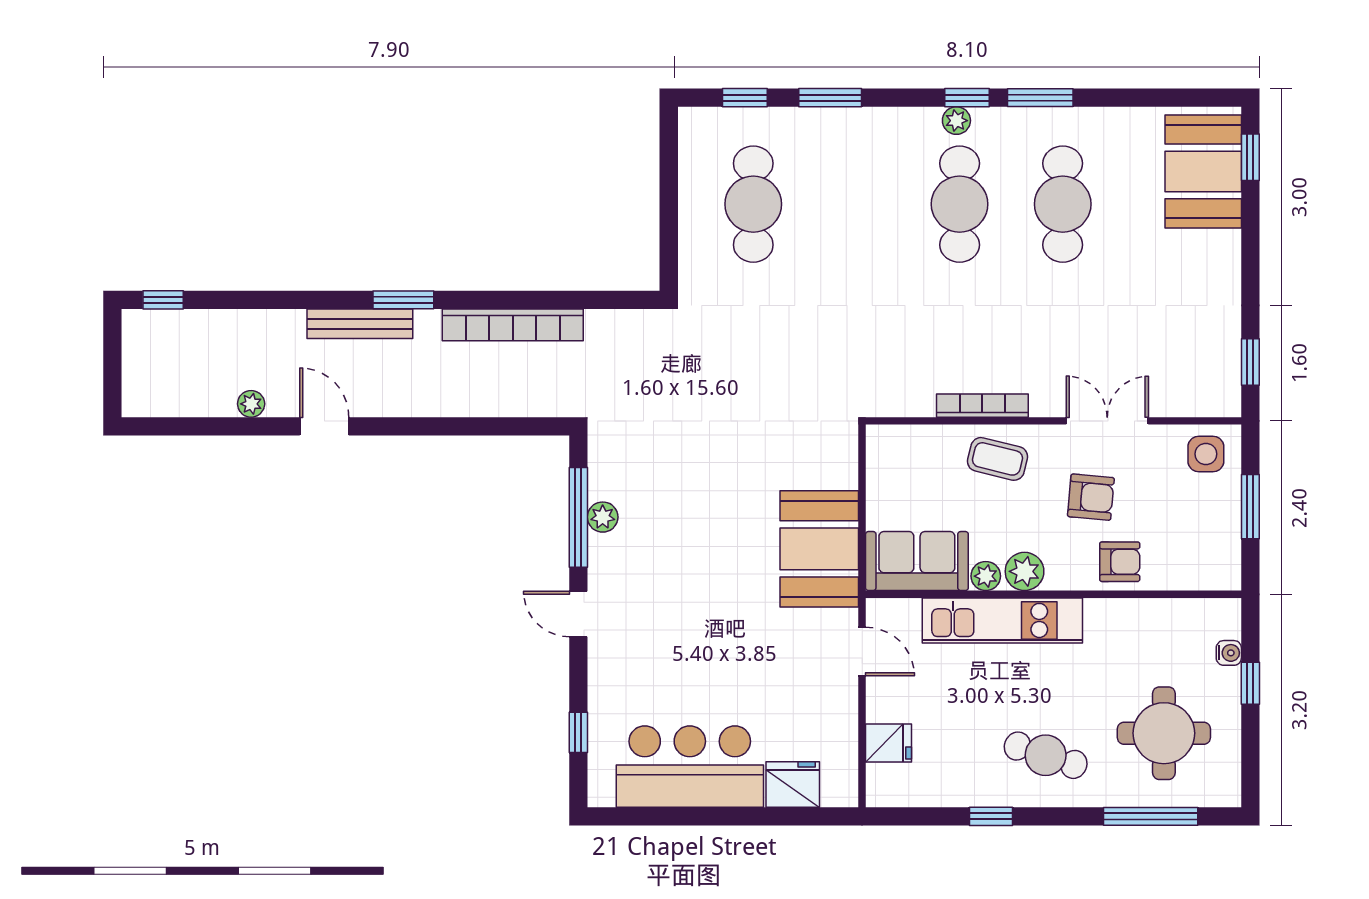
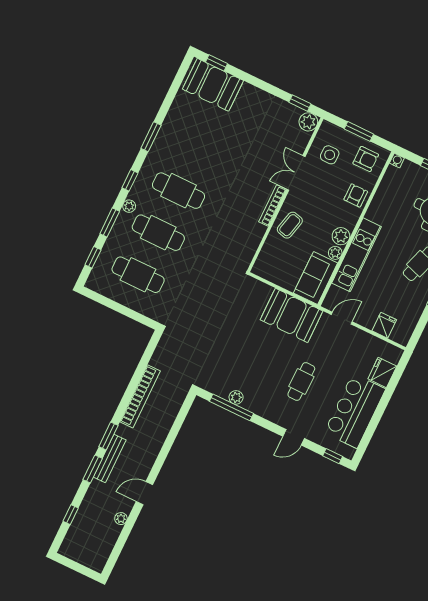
window: (967, 98) -> (130, 180), moved
plant: (956, 121) -> (129, 206), moved
cafe table: (1063, 204) -> (158, 233), moved
window: (163, 300) -> (71, 515), moved
window: (323, 300) -> (93, 469), added
plant: (1221, 397) -> (308, 122), added
bookcase: (982, 406) -> (272, 206), moved
side table: (1206, 454) -> (330, 155), moved
armchair: (1091, 497) -> (366, 159), moved, turned 85
door: (578, 614) -> (294, 437), moved
cafe table: (697, 632) -> (301, 382), added
water cooler: (1229, 653) -> (397, 161), moved
window: (578, 732) -> (333, 456), moved

